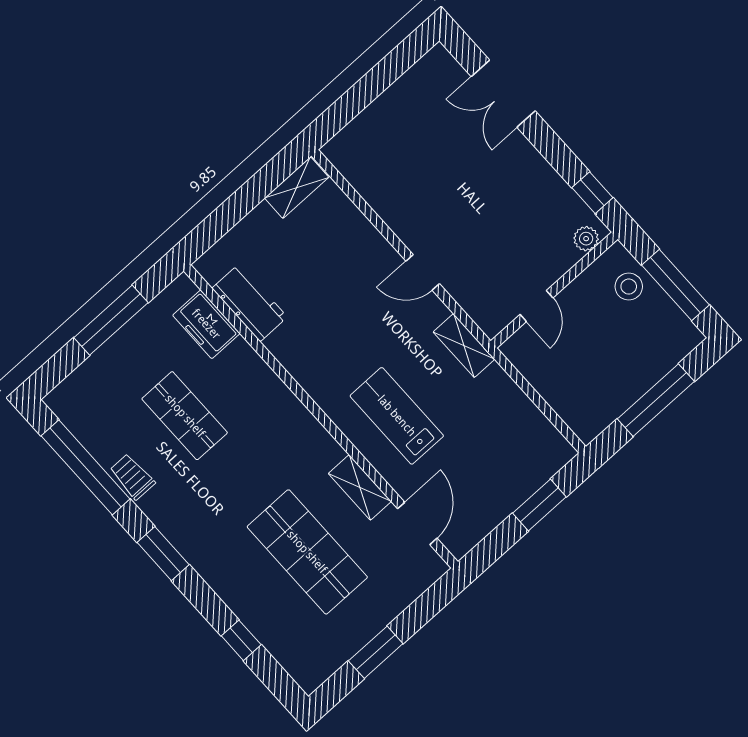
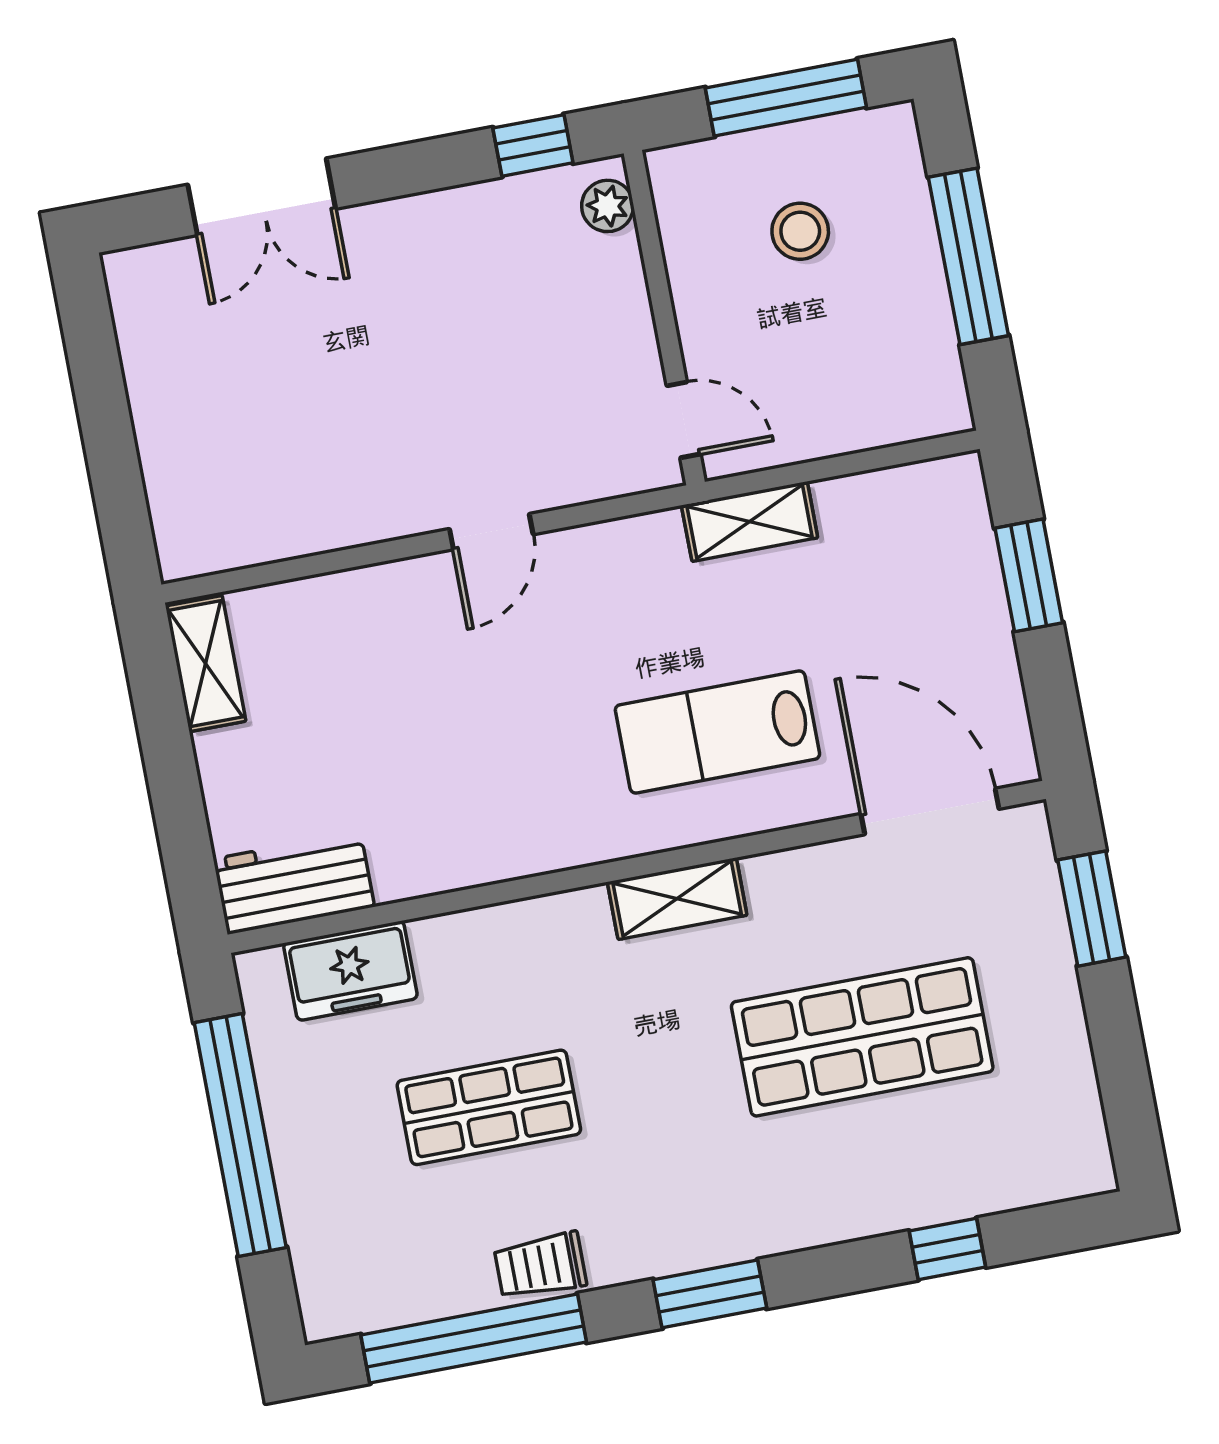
stool: (629, 287) -> (800, 231), moved
workbench: (250, 303) -> (294, 883), moved
door: (536, 306) -> (684, 420), moved
window: (111, 320) -> (240, 1135), width x1.46
shelving: (464, 346) -> (750, 521), moved
shelving: (360, 487) -> (677, 899), moved
door: (417, 523) -> (930, 811), width x1.36
window: (376, 652) -> (1092, 909), moved

